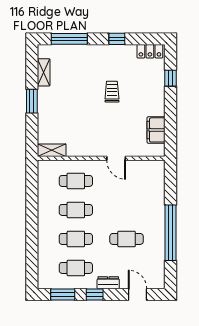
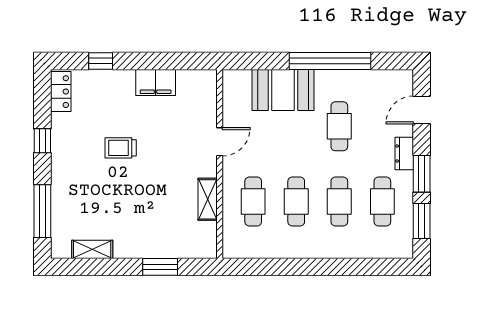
window: (32, 101) -> (160, 267), moved
filing cabinet: (156, 130) -> (156, 82), moved
shelving: (52, 150) -> (208, 199), moved
booth: (151, 201) -> (283, 90), added
window: (95, 294) -> (422, 174), width x1.50

